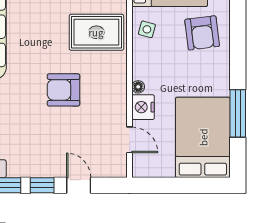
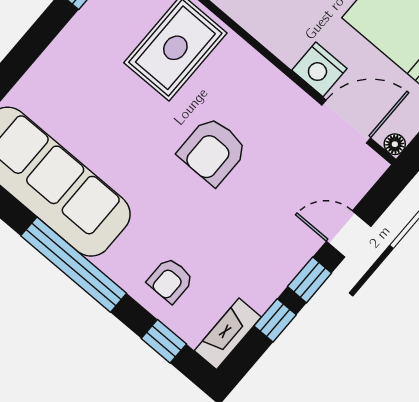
floor lamp: (138, 87) -> (395, 144), moved
door: (130, 140) -> (346, 121), width x1.38

